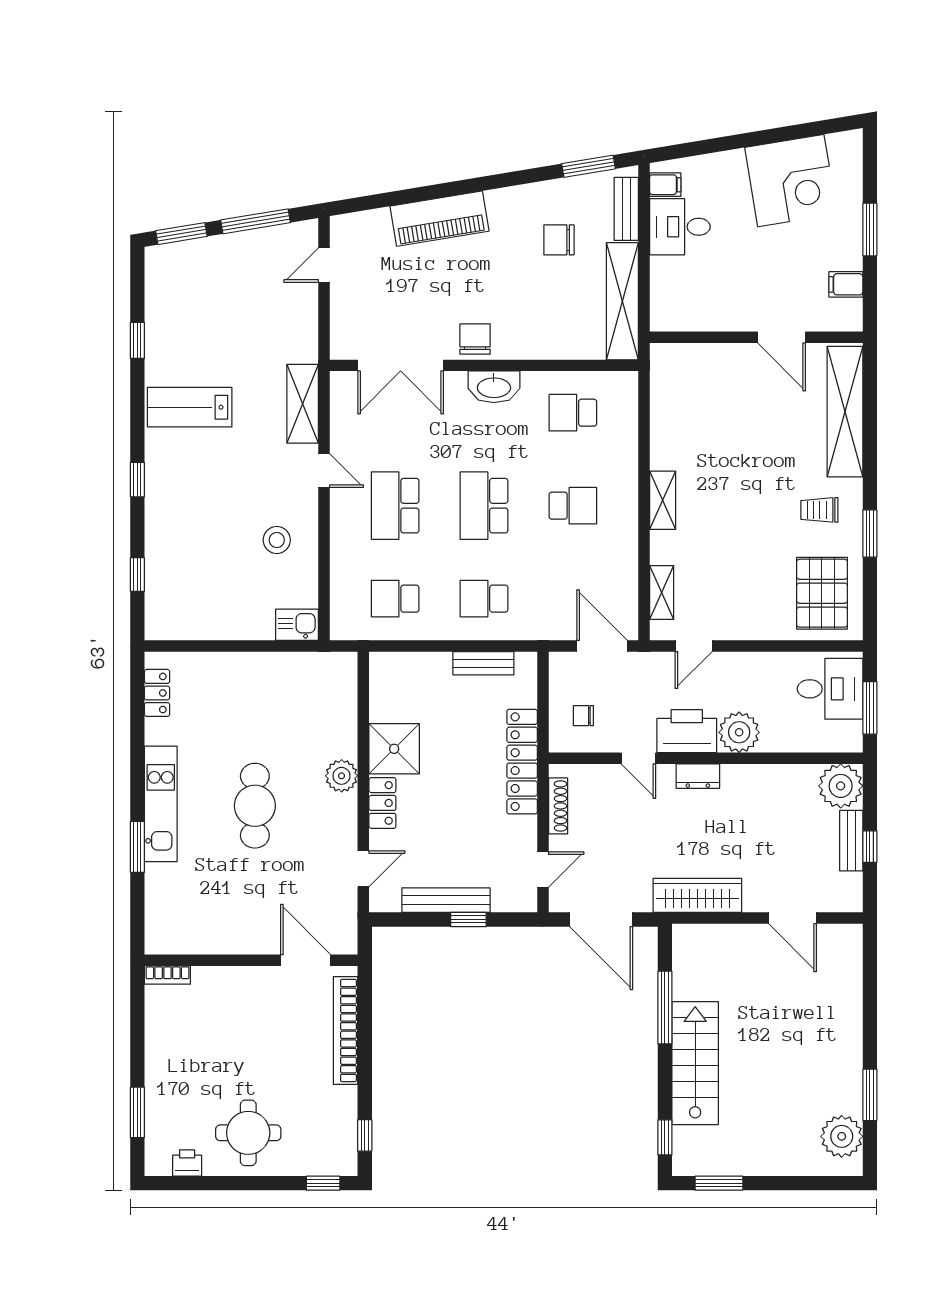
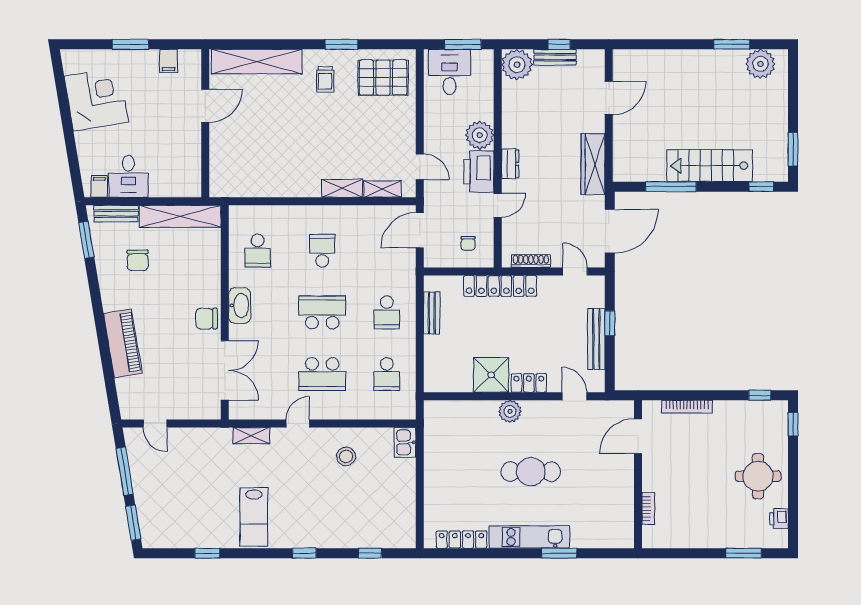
shelving: (303, 404) -> (251, 436), width x0.67, depth x0.75
shelving: (663, 500) -> (342, 188), moved
school desk: (484, 506) -> (322, 312), turned 180
locker: (157, 693) -> (461, 540), width x1.53
bookcase: (167, 975) -> (648, 508), moved
bookcase: (345, 1030) -> (687, 407), width x0.68, depth x0.76

